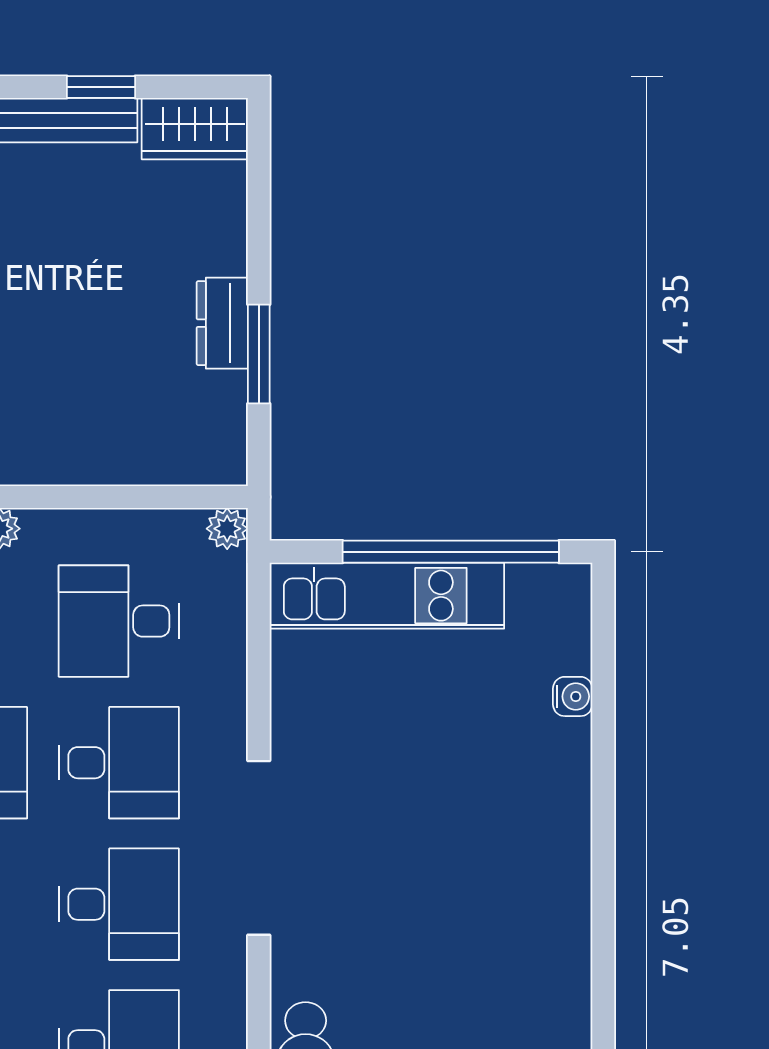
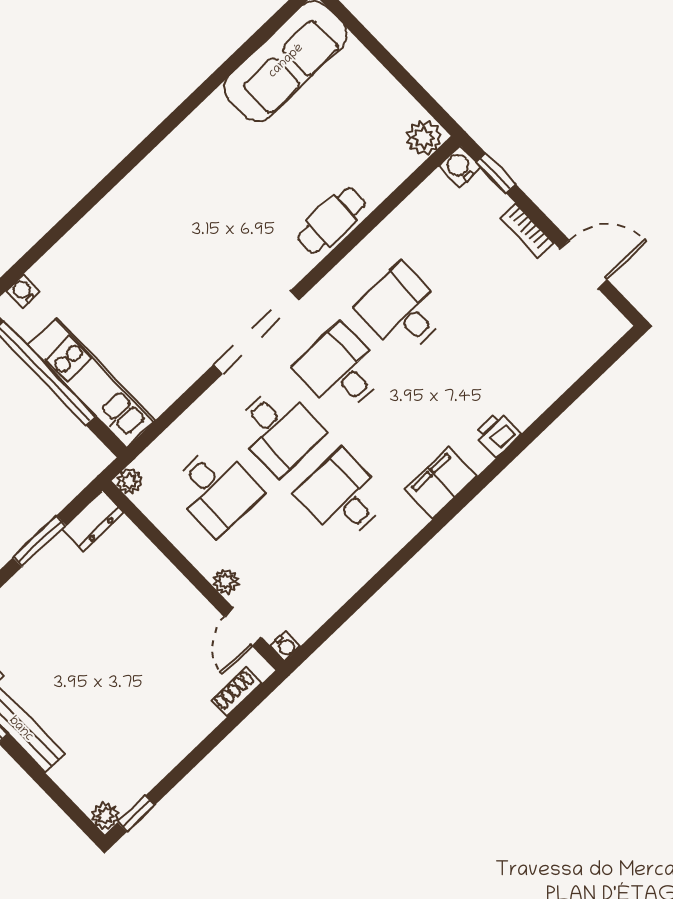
dresser: (222, 323) -> (93, 521), moved
water cooler: (573, 696) -> (23, 291), moved
desk: (119, 763) -> (278, 430), turned 180

